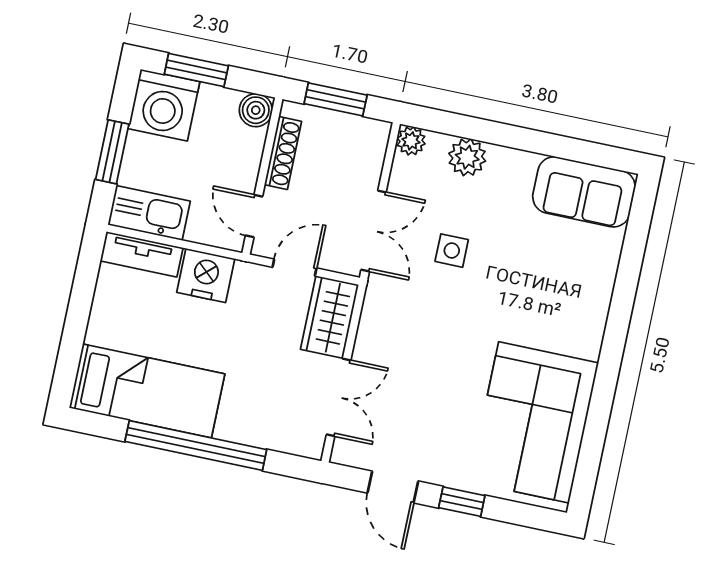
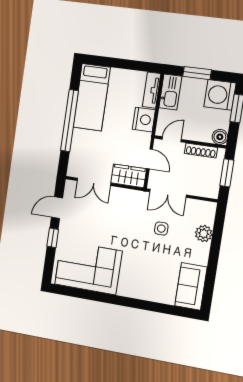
plant: (411, 141) -> (210, 208), removed

